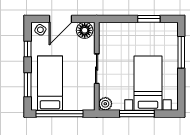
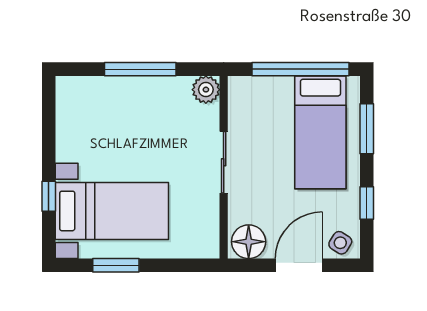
window: (181, 52) -> (49, 196), width x0.46
bed with nightstands: (148, 83) -> (112, 211), moved, turned -90

